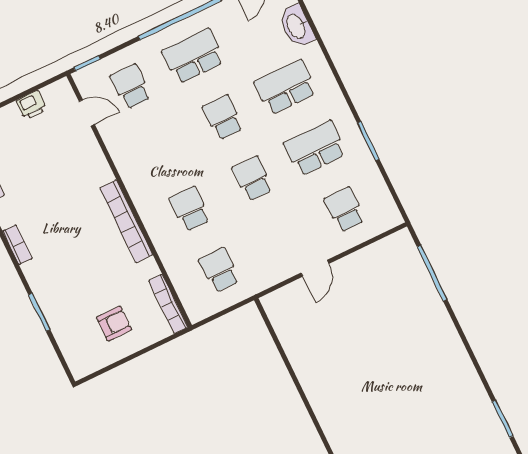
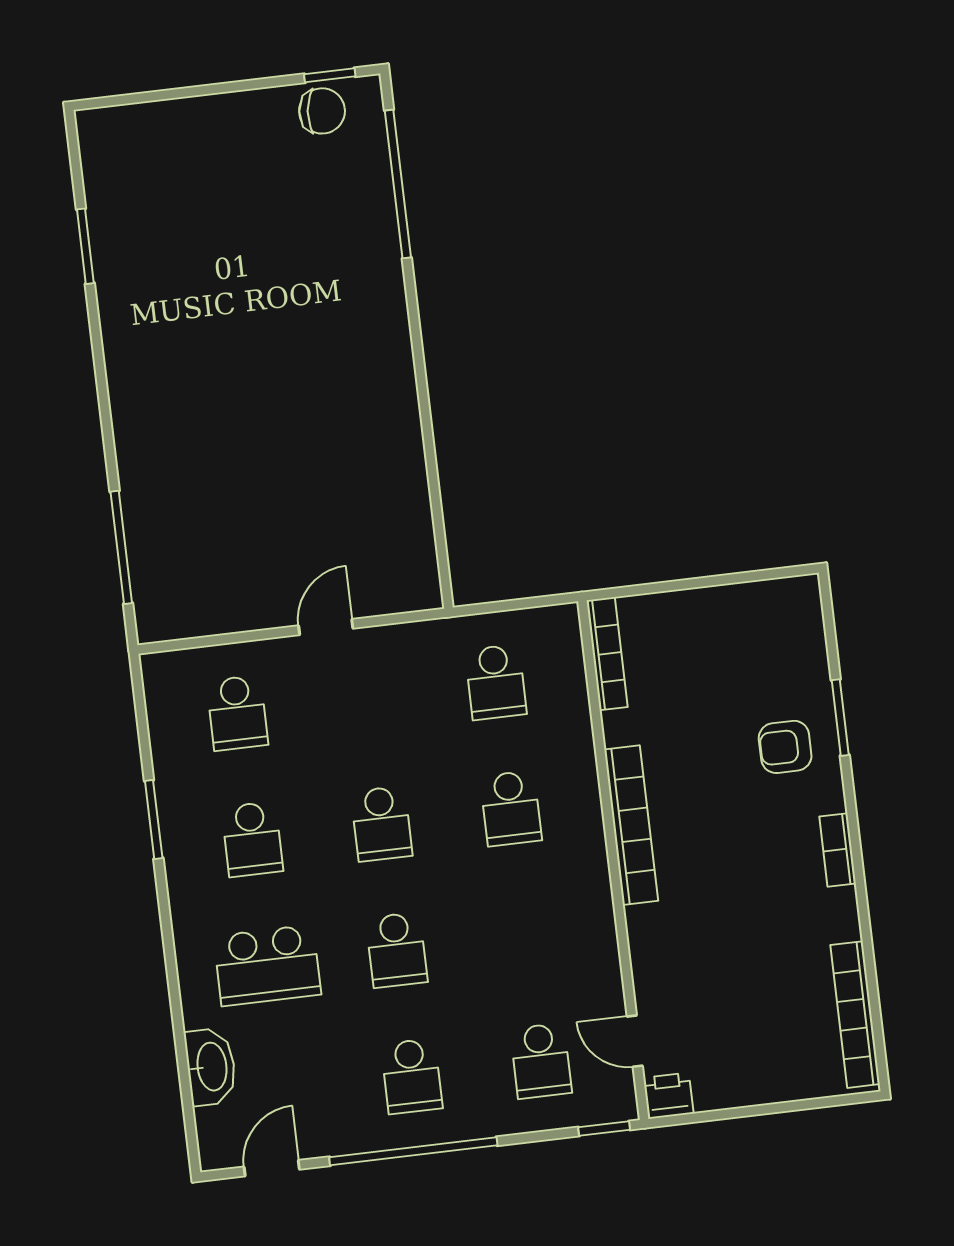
school desk: (193, 56) -> (412, 1076), width x0.54
printer: (31, 105) -> (669, 1096), moved
school desk: (315, 148) -> (252, 839), width x0.54
armchair: (114, 324) -> (785, 747), moved

